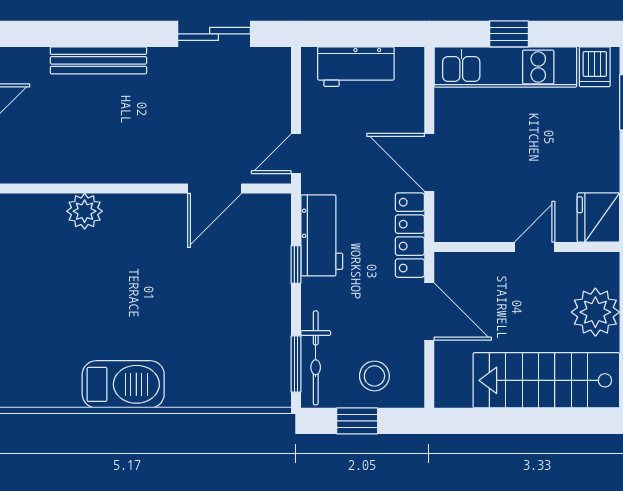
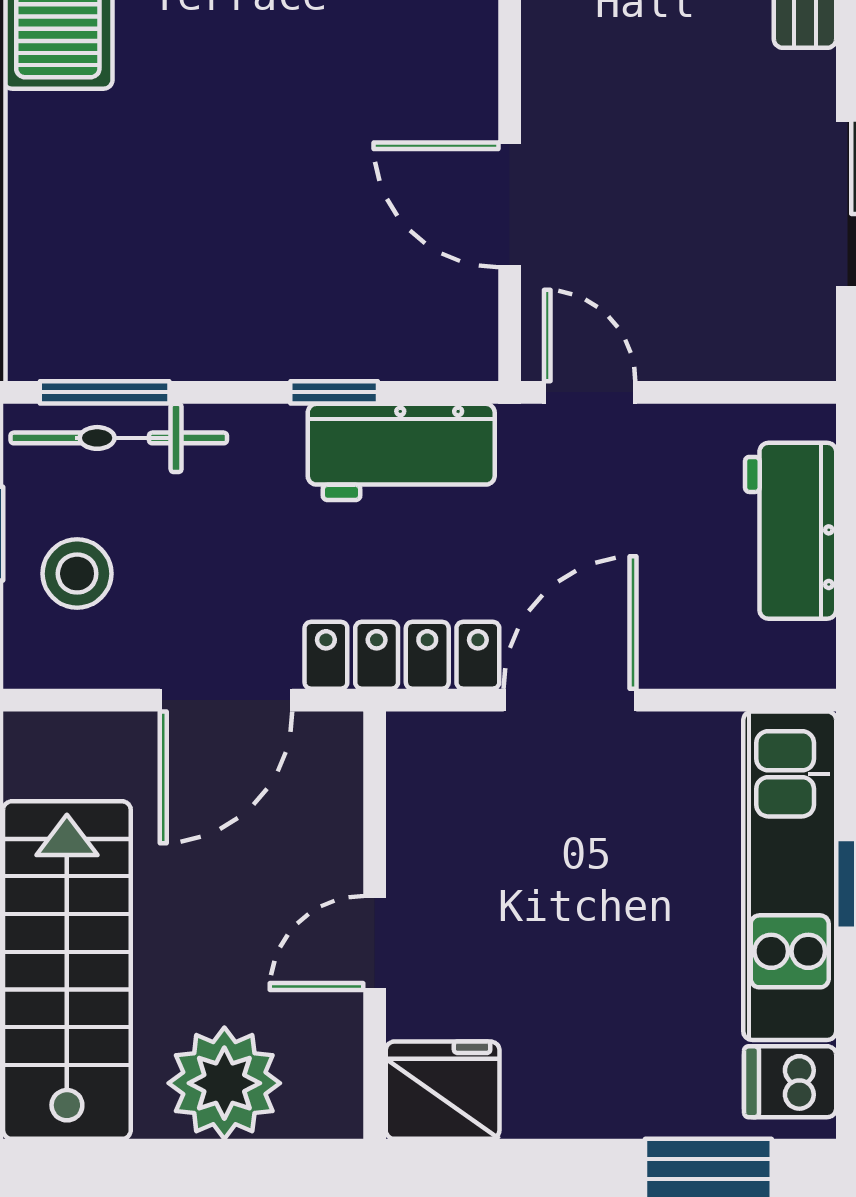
door: (535, 247) -> (375, 943), swing flipped

